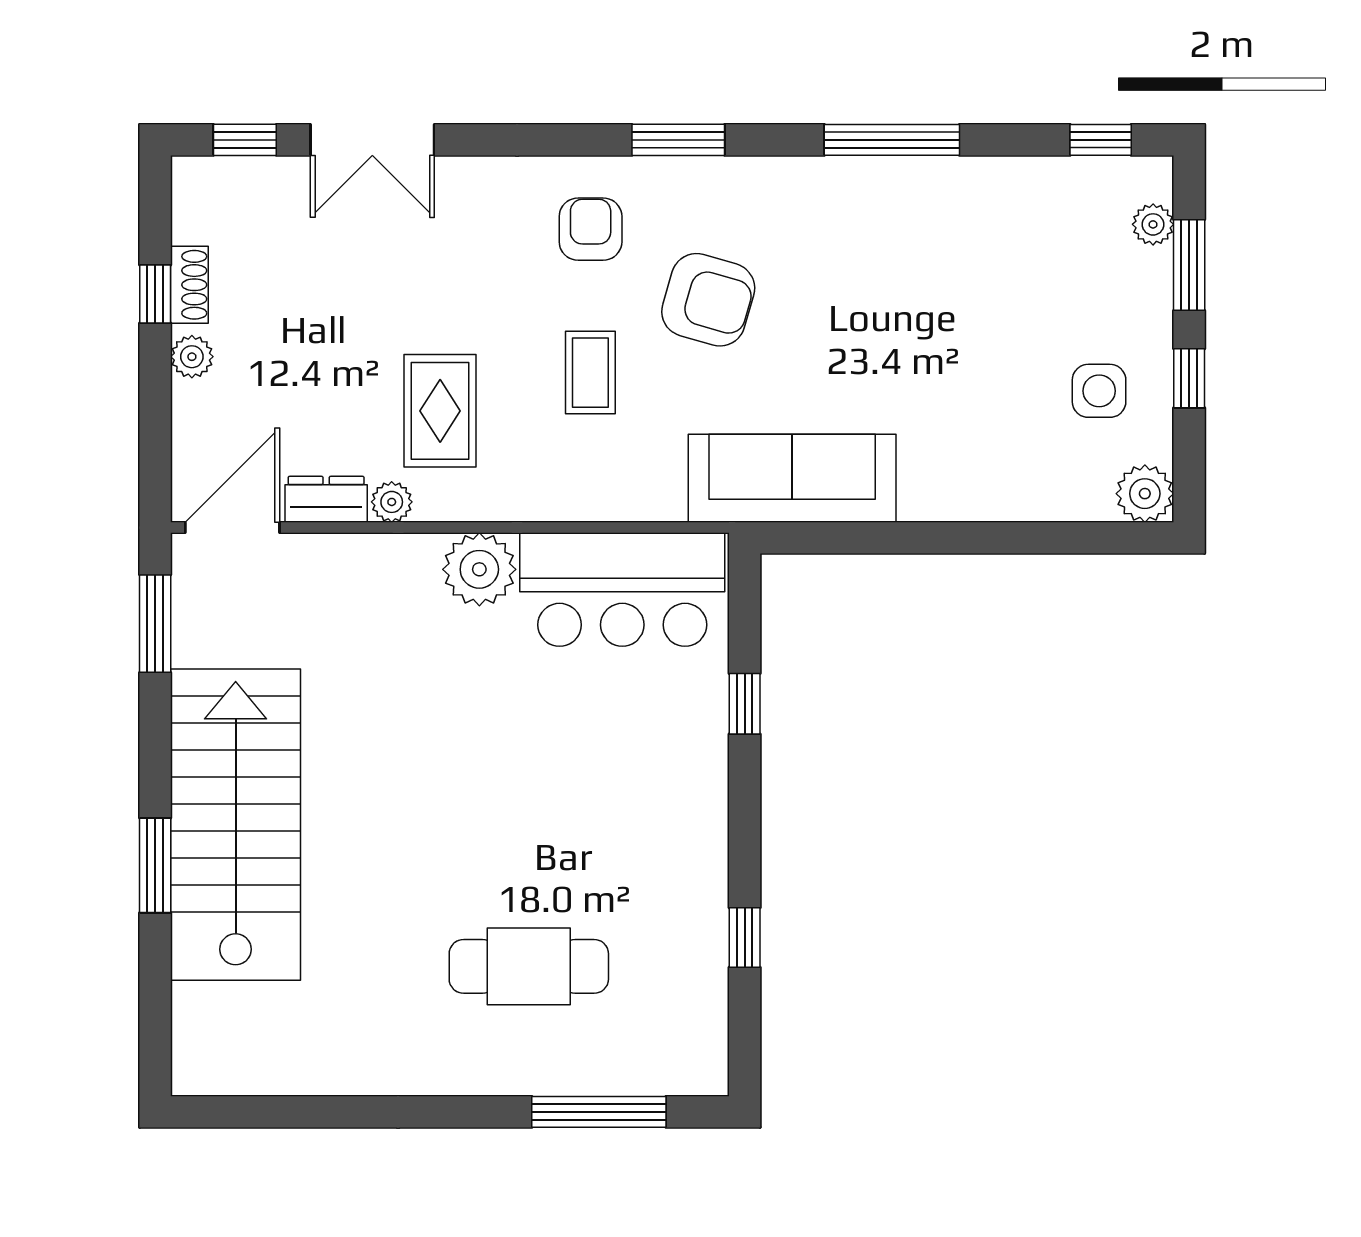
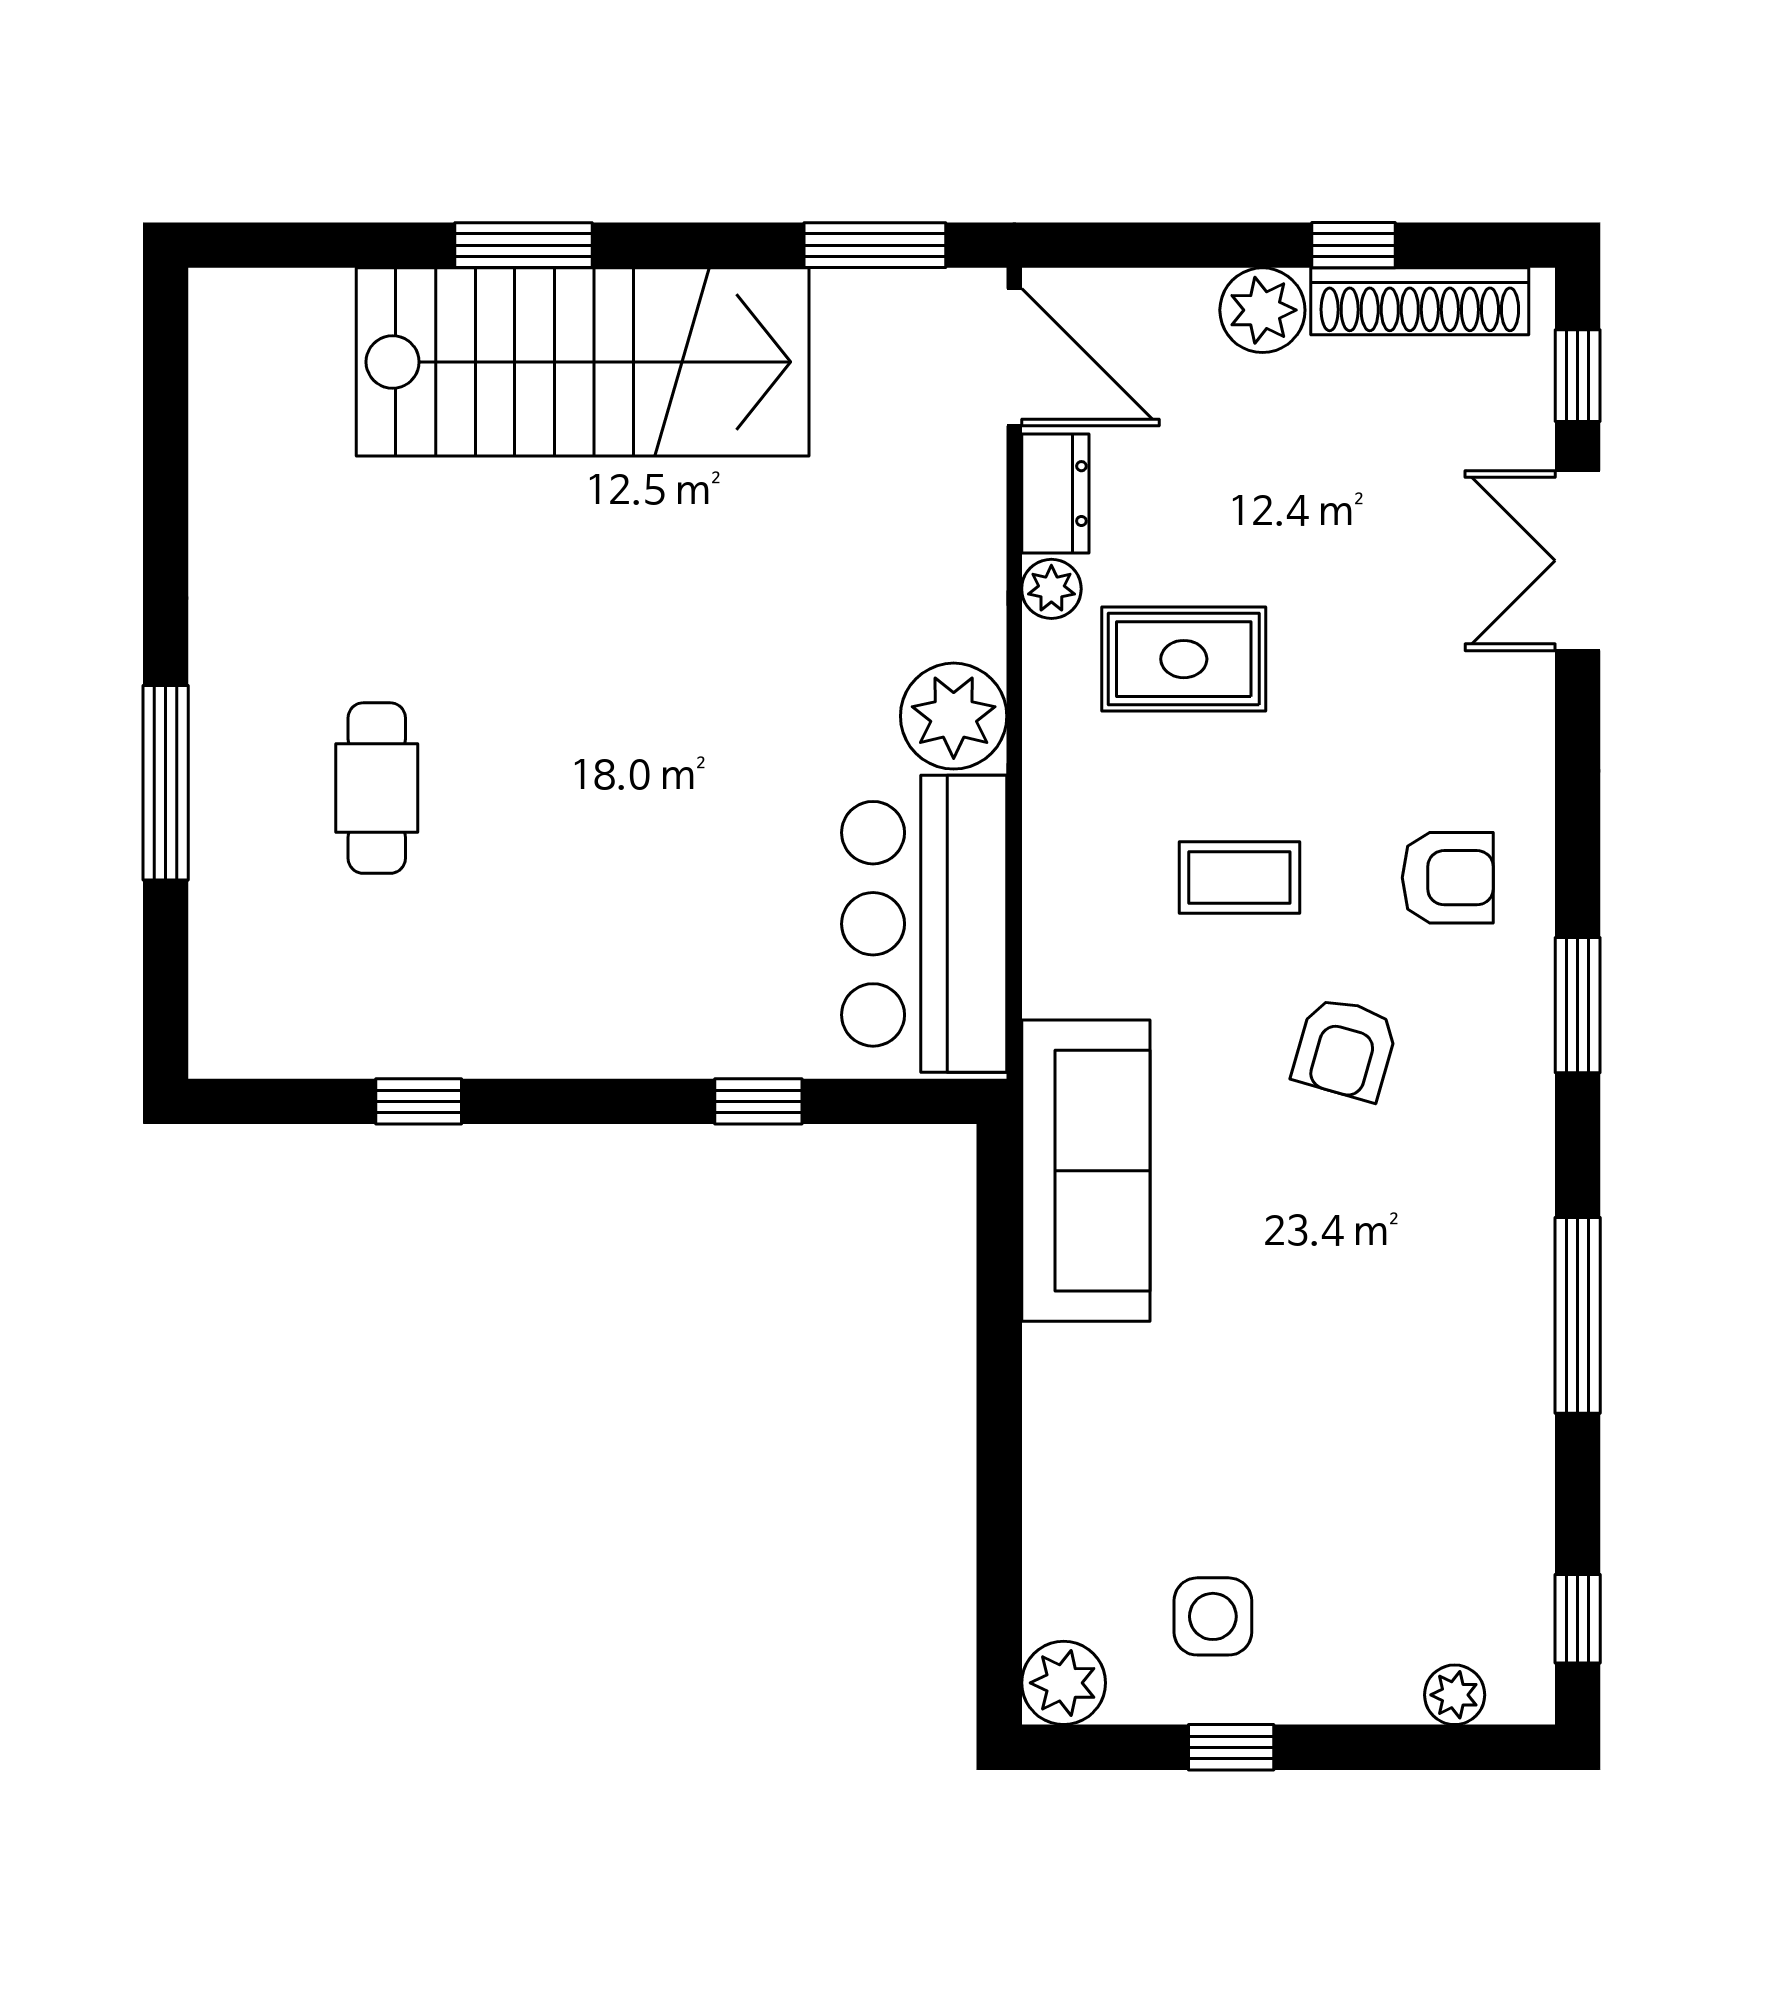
window: (1189, 265) -> (1396, 1747), removed
shoe rack: (189, 285) -> (1420, 301), width x1.94, depth x1.24
armchair: (708, 300) -> (1345, 1049), width x0.72, depth x0.72
plant: (192, 357) -> (1262, 310), width x1.38, depth x1.38
cafe table: (529, 966) -> (377, 788), width x0.73, depth x0.74
window: (599, 1112) -> (166, 783), moved

